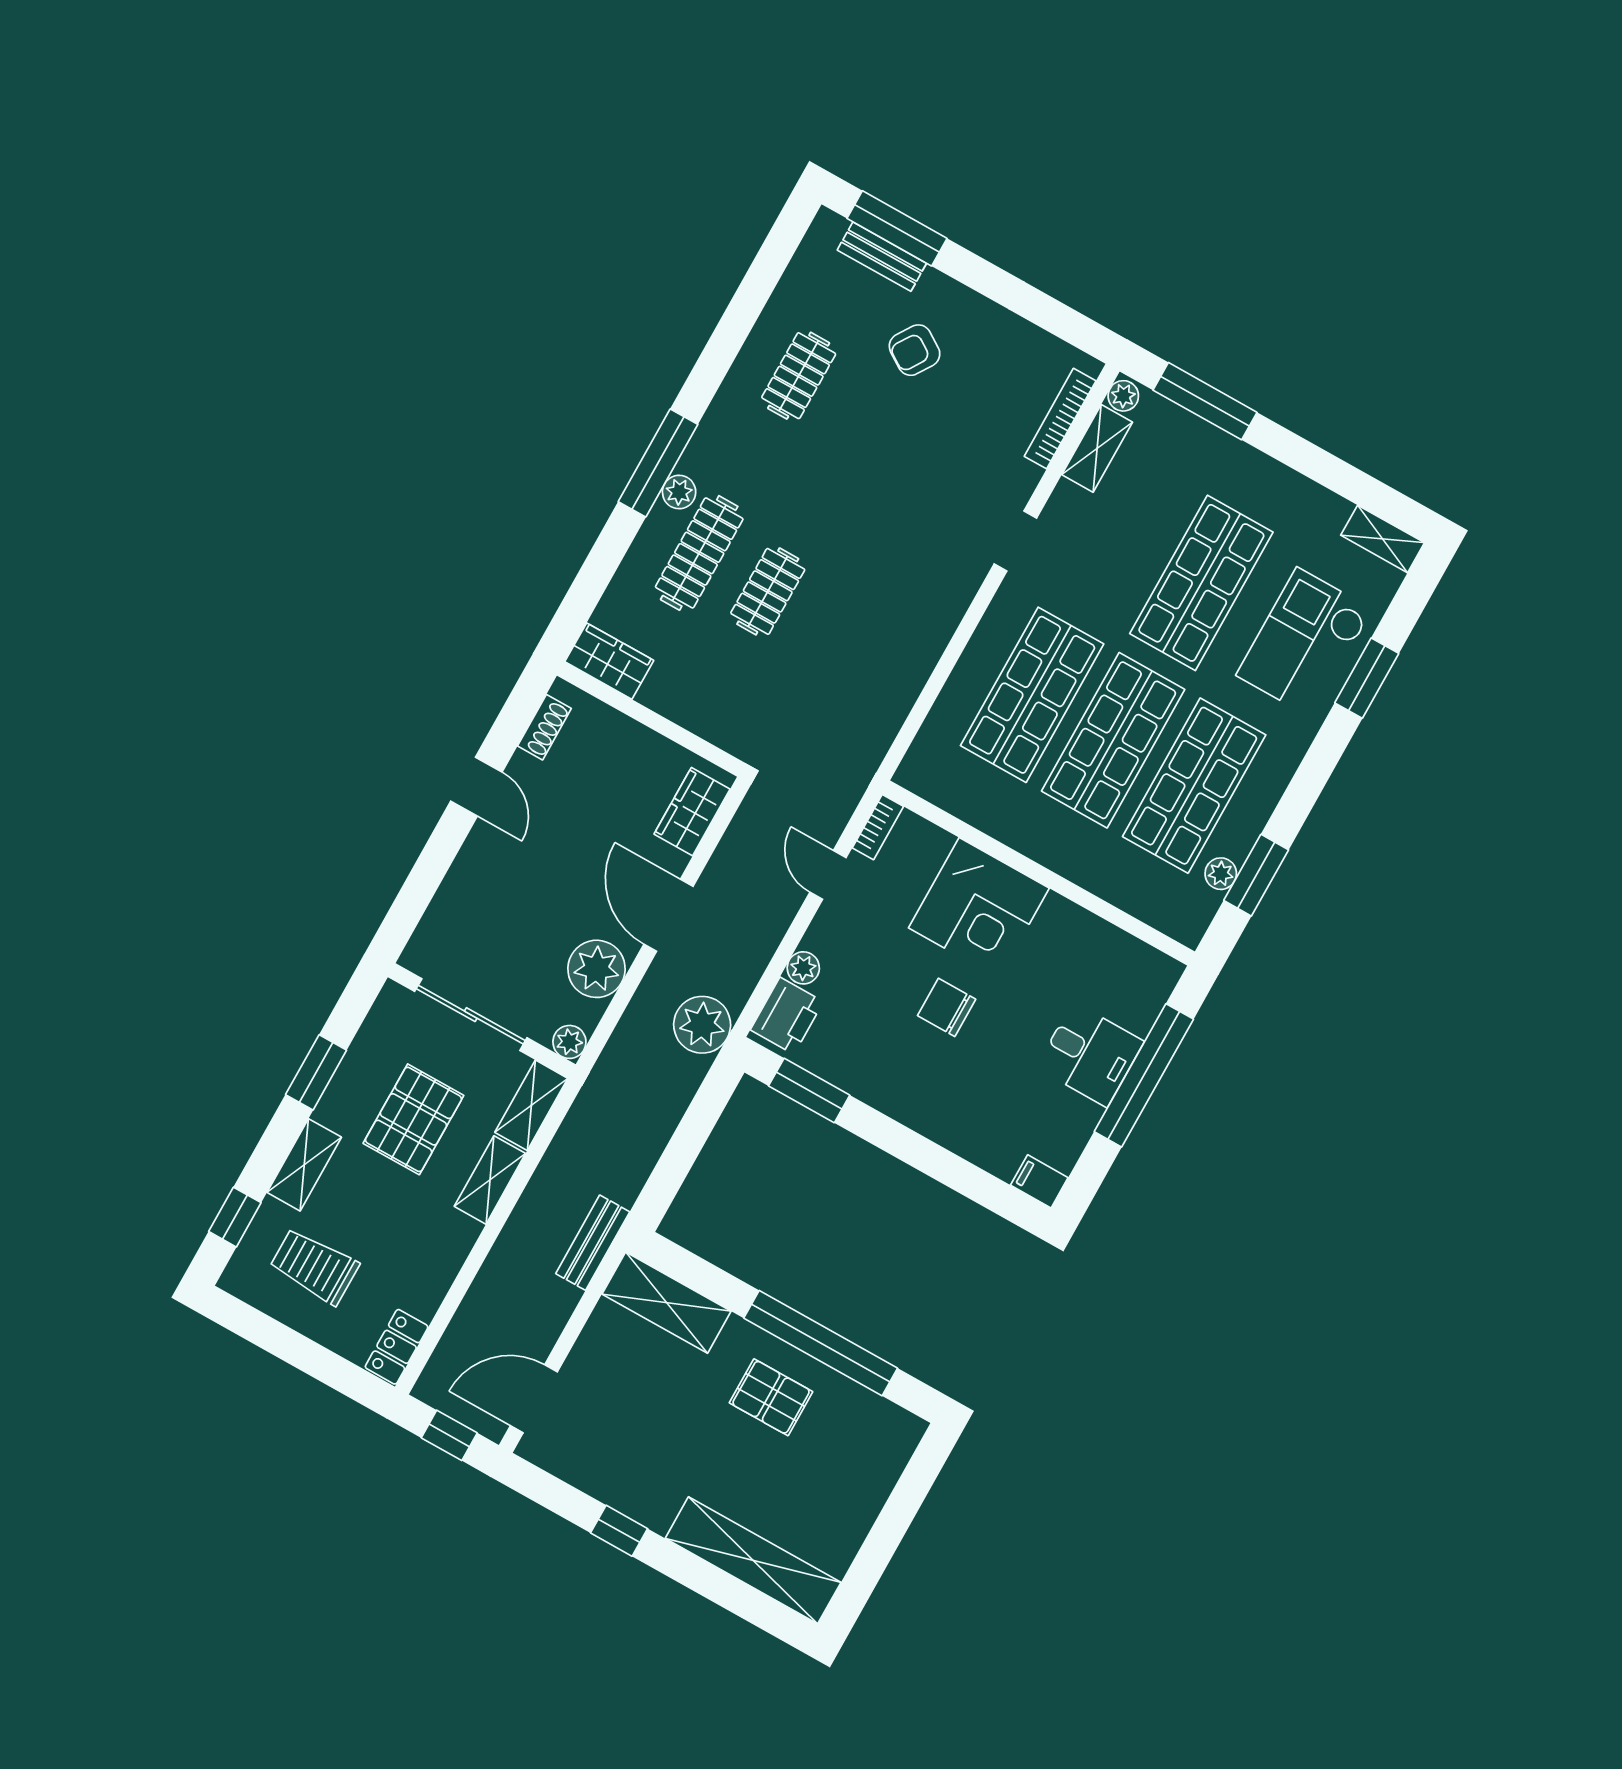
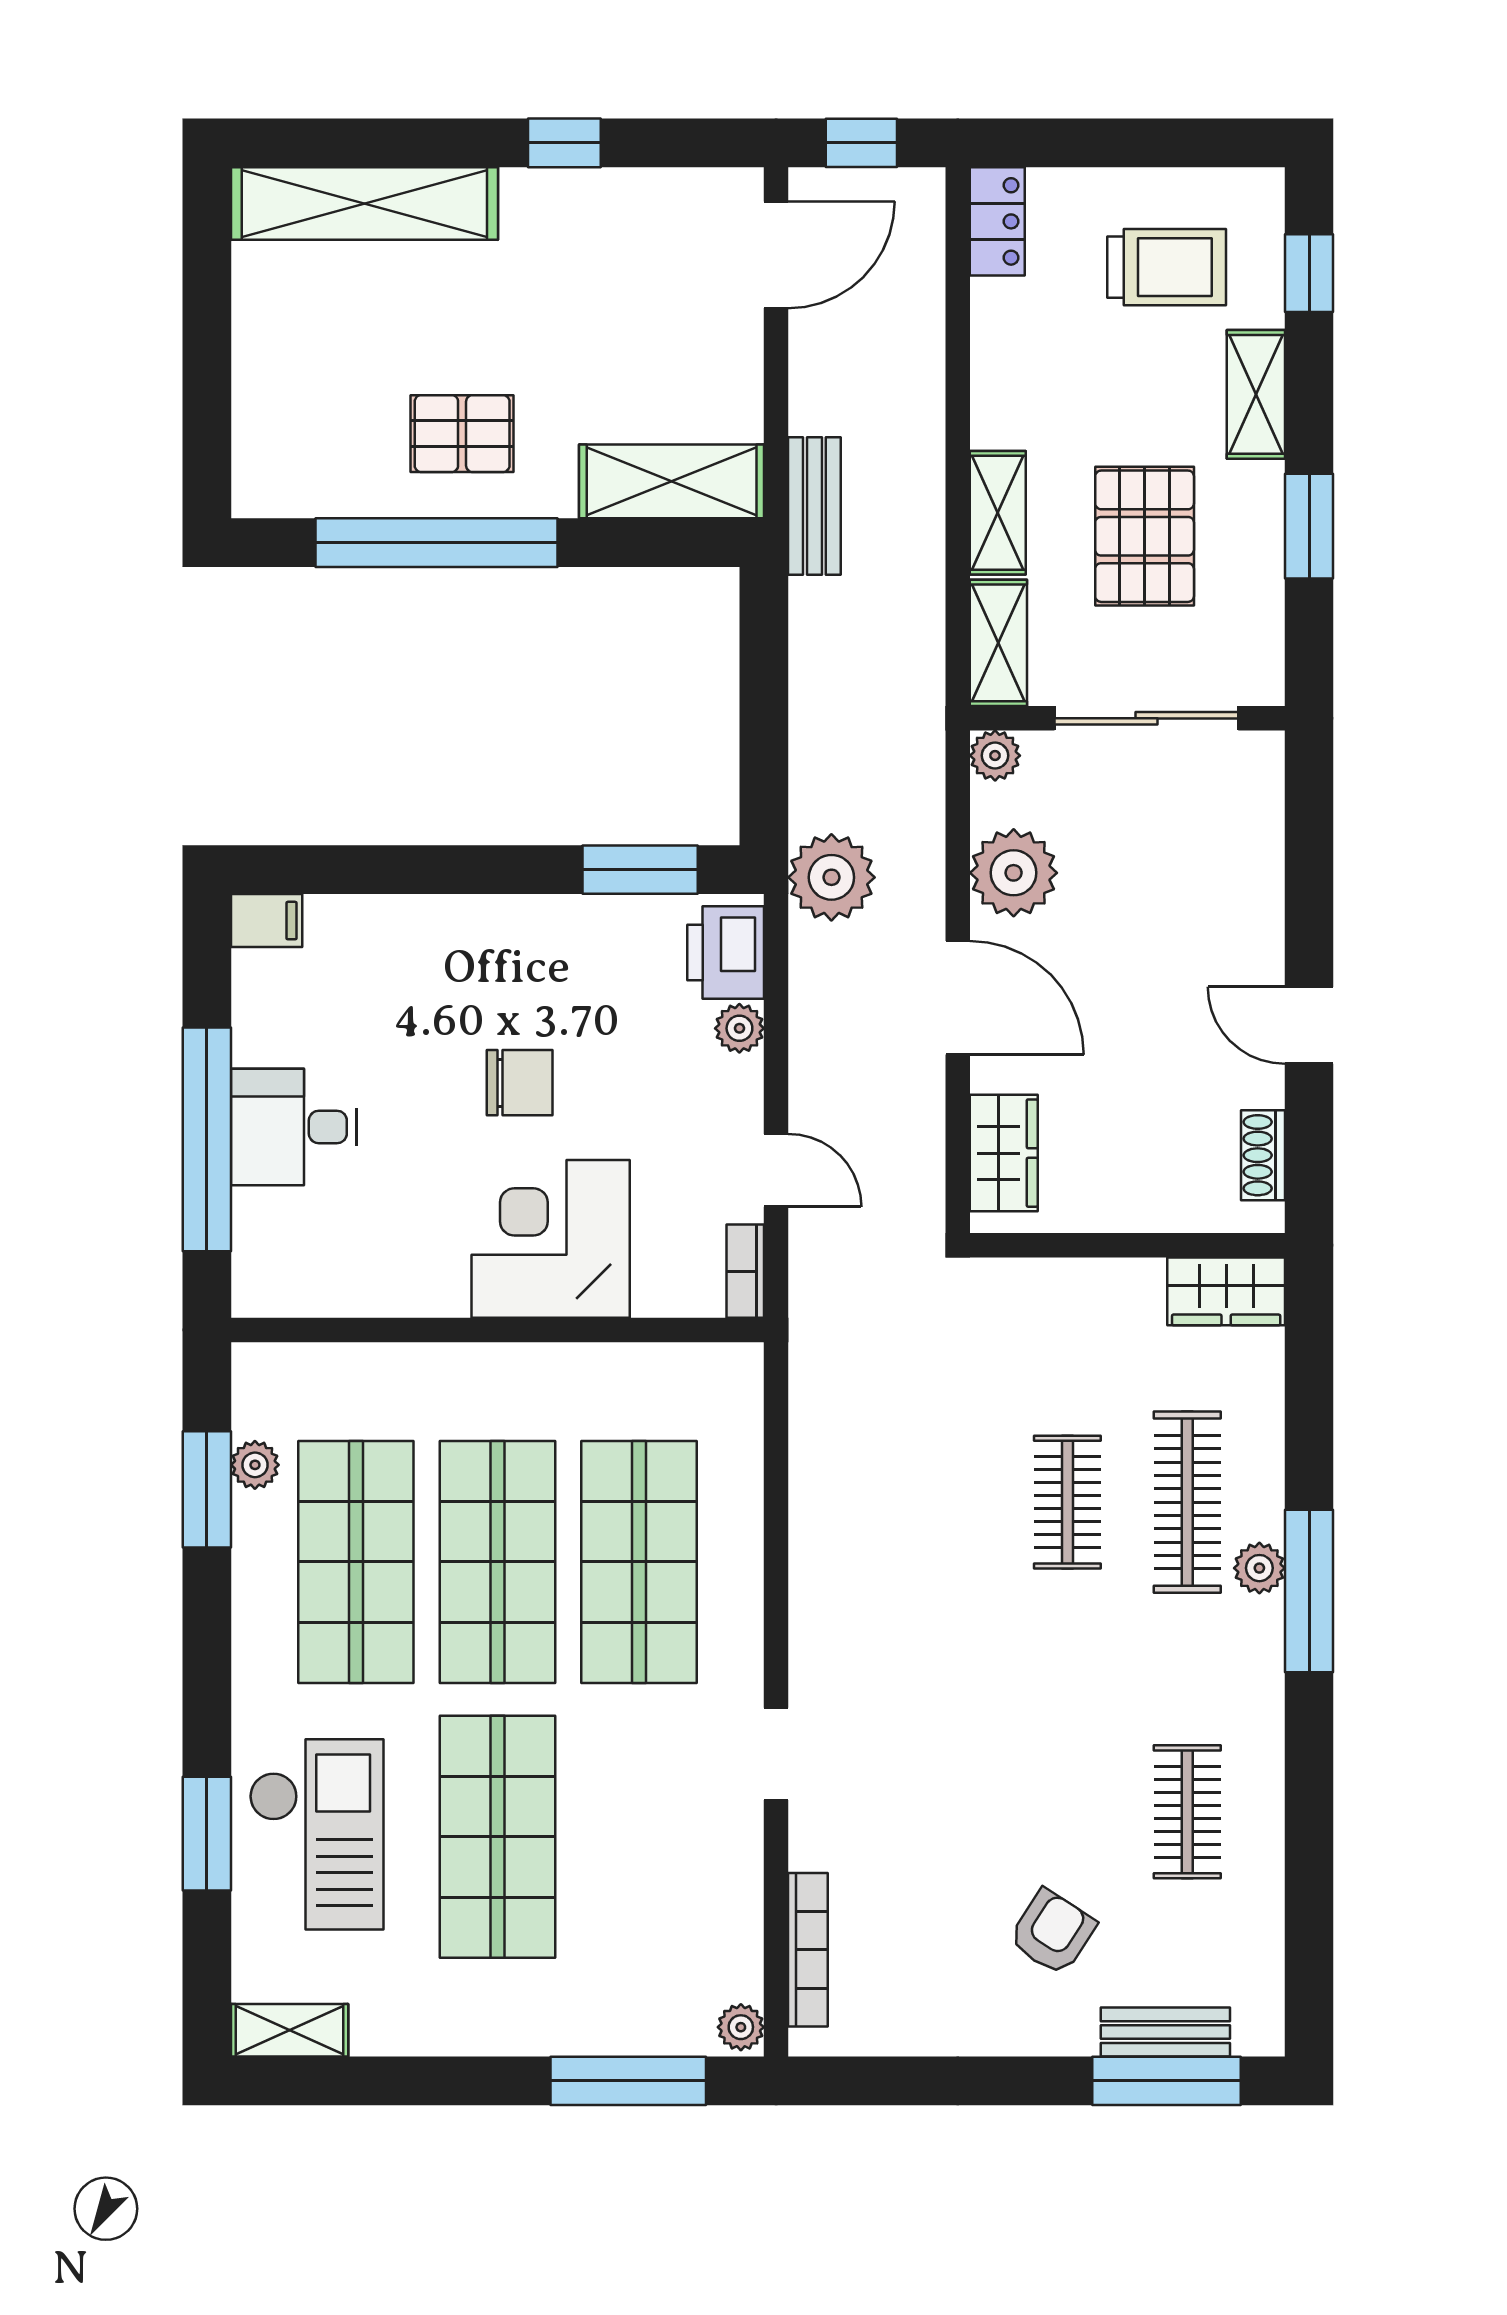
shelving: (1097, 448) -> (736, 1938), removed

